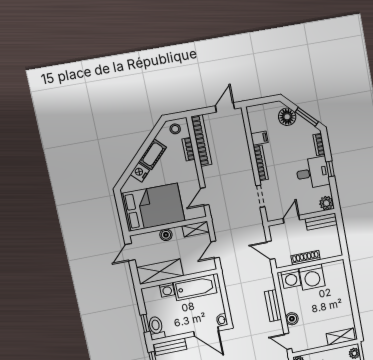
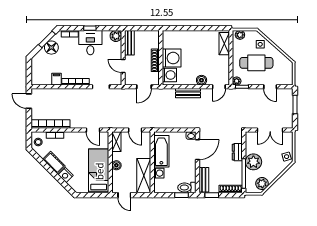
floor lamp: (287, 117) -> (51, 48), moved
bed: (153, 207) -> (99, 171), width x0.67

